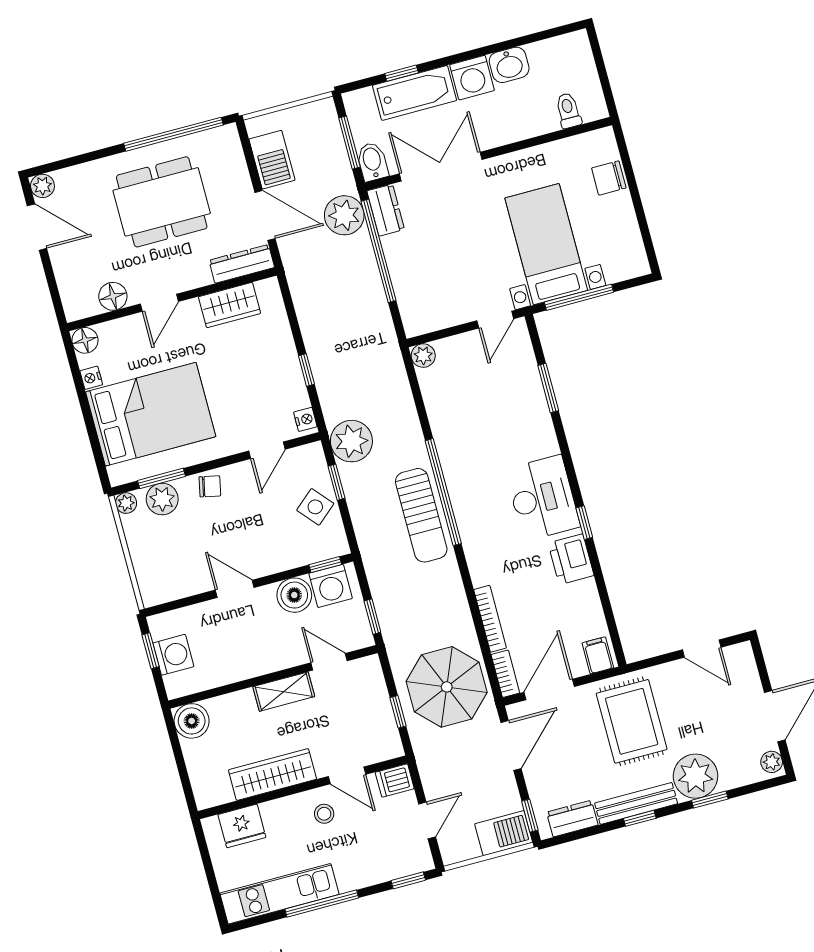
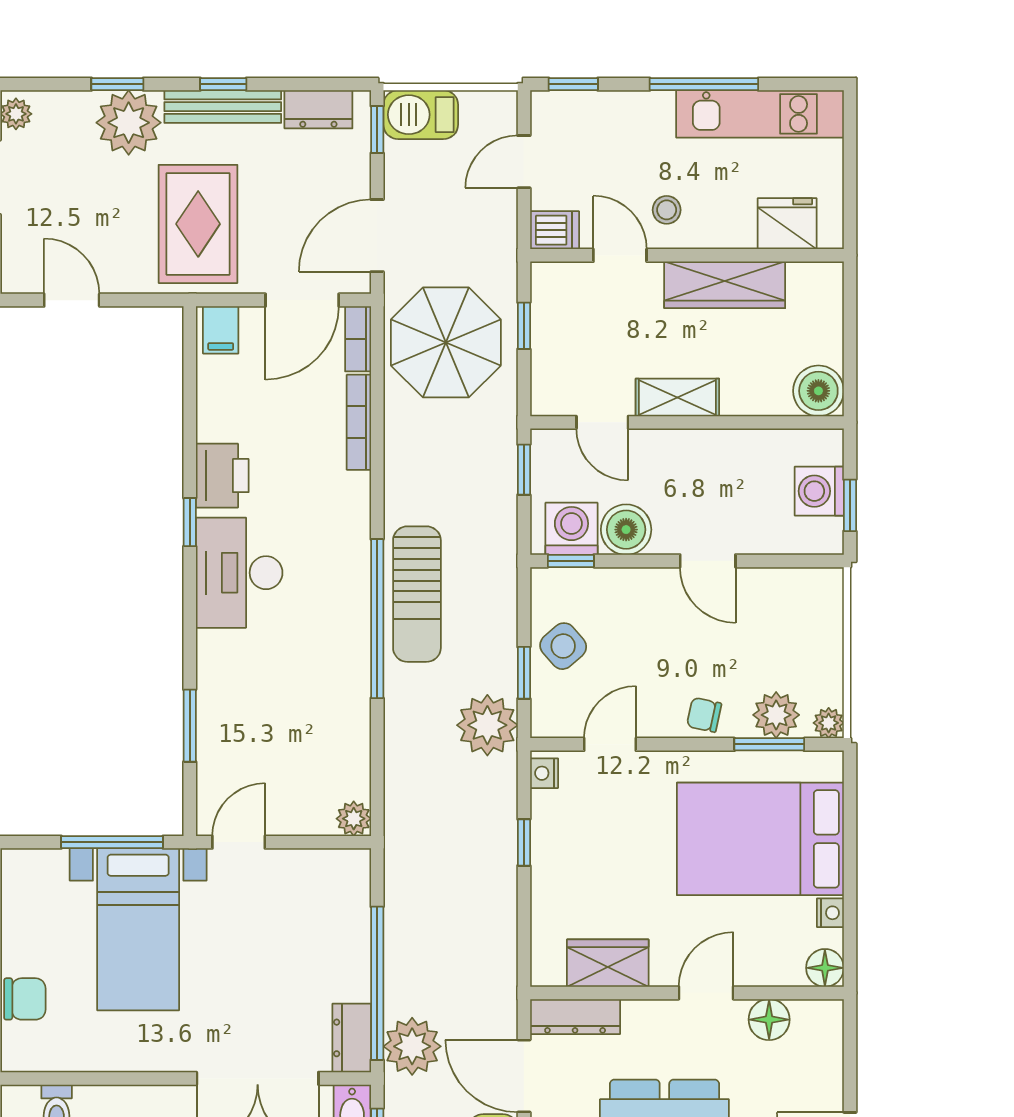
sun lounger: (421, 515) -> (417, 594), turned 180

